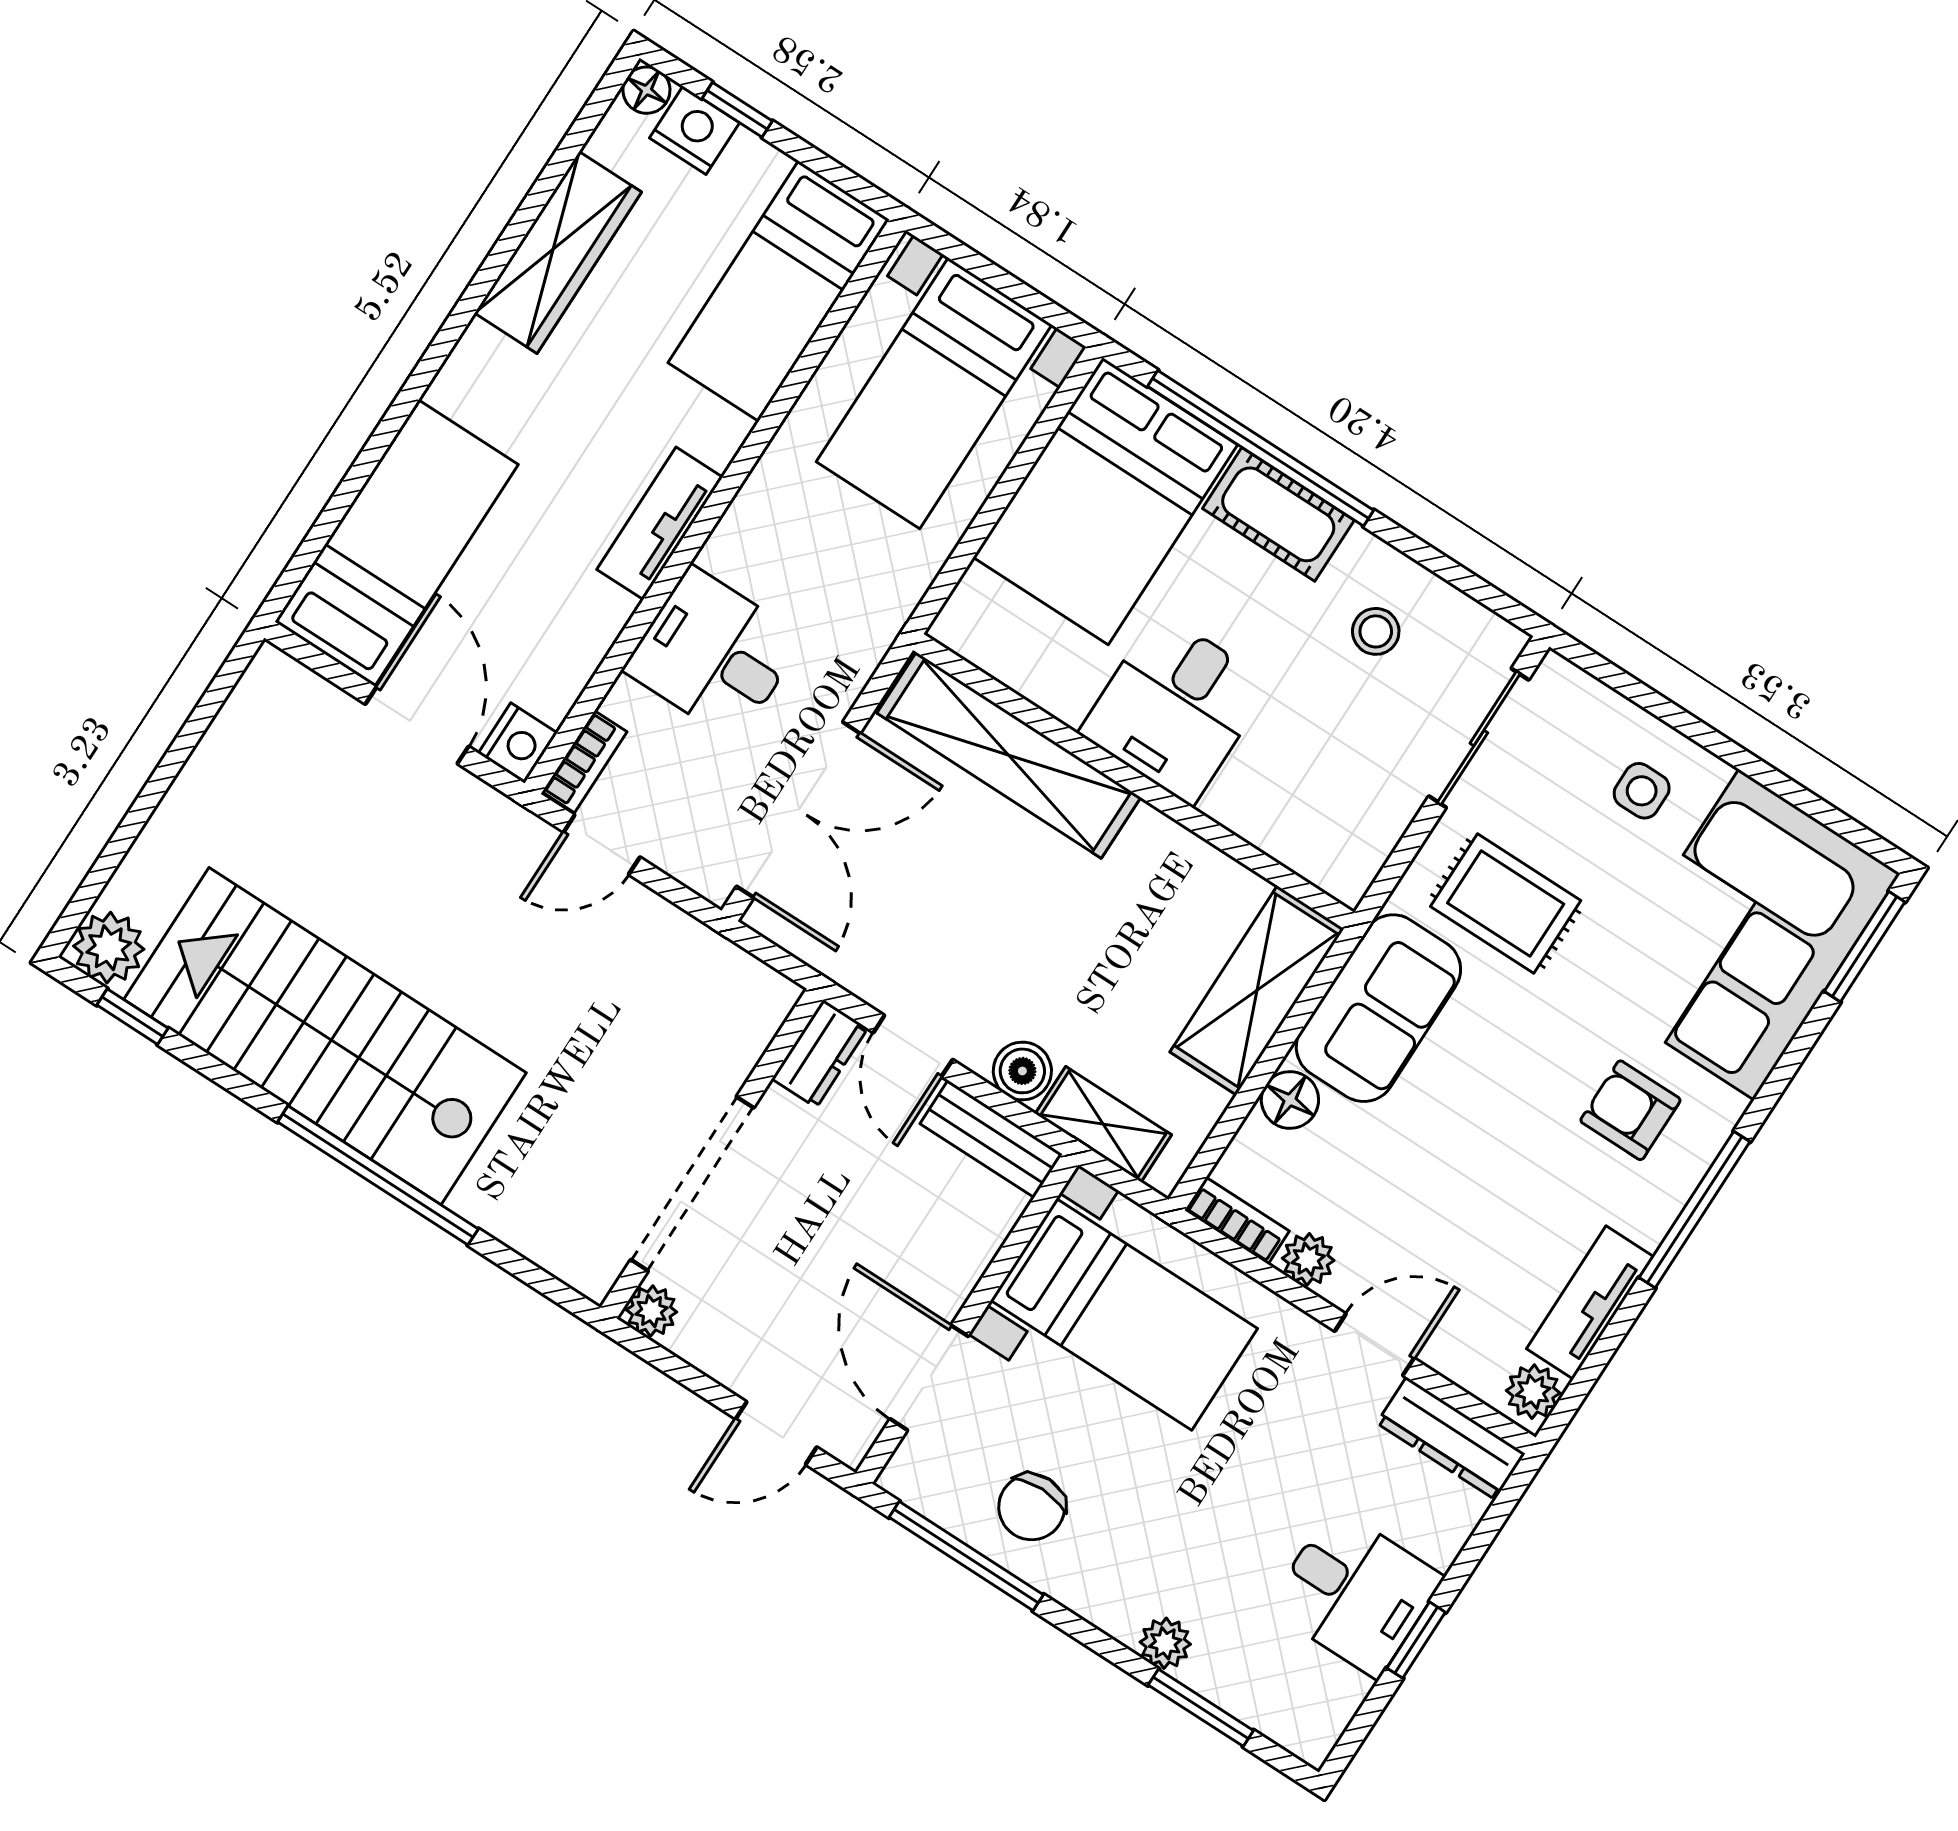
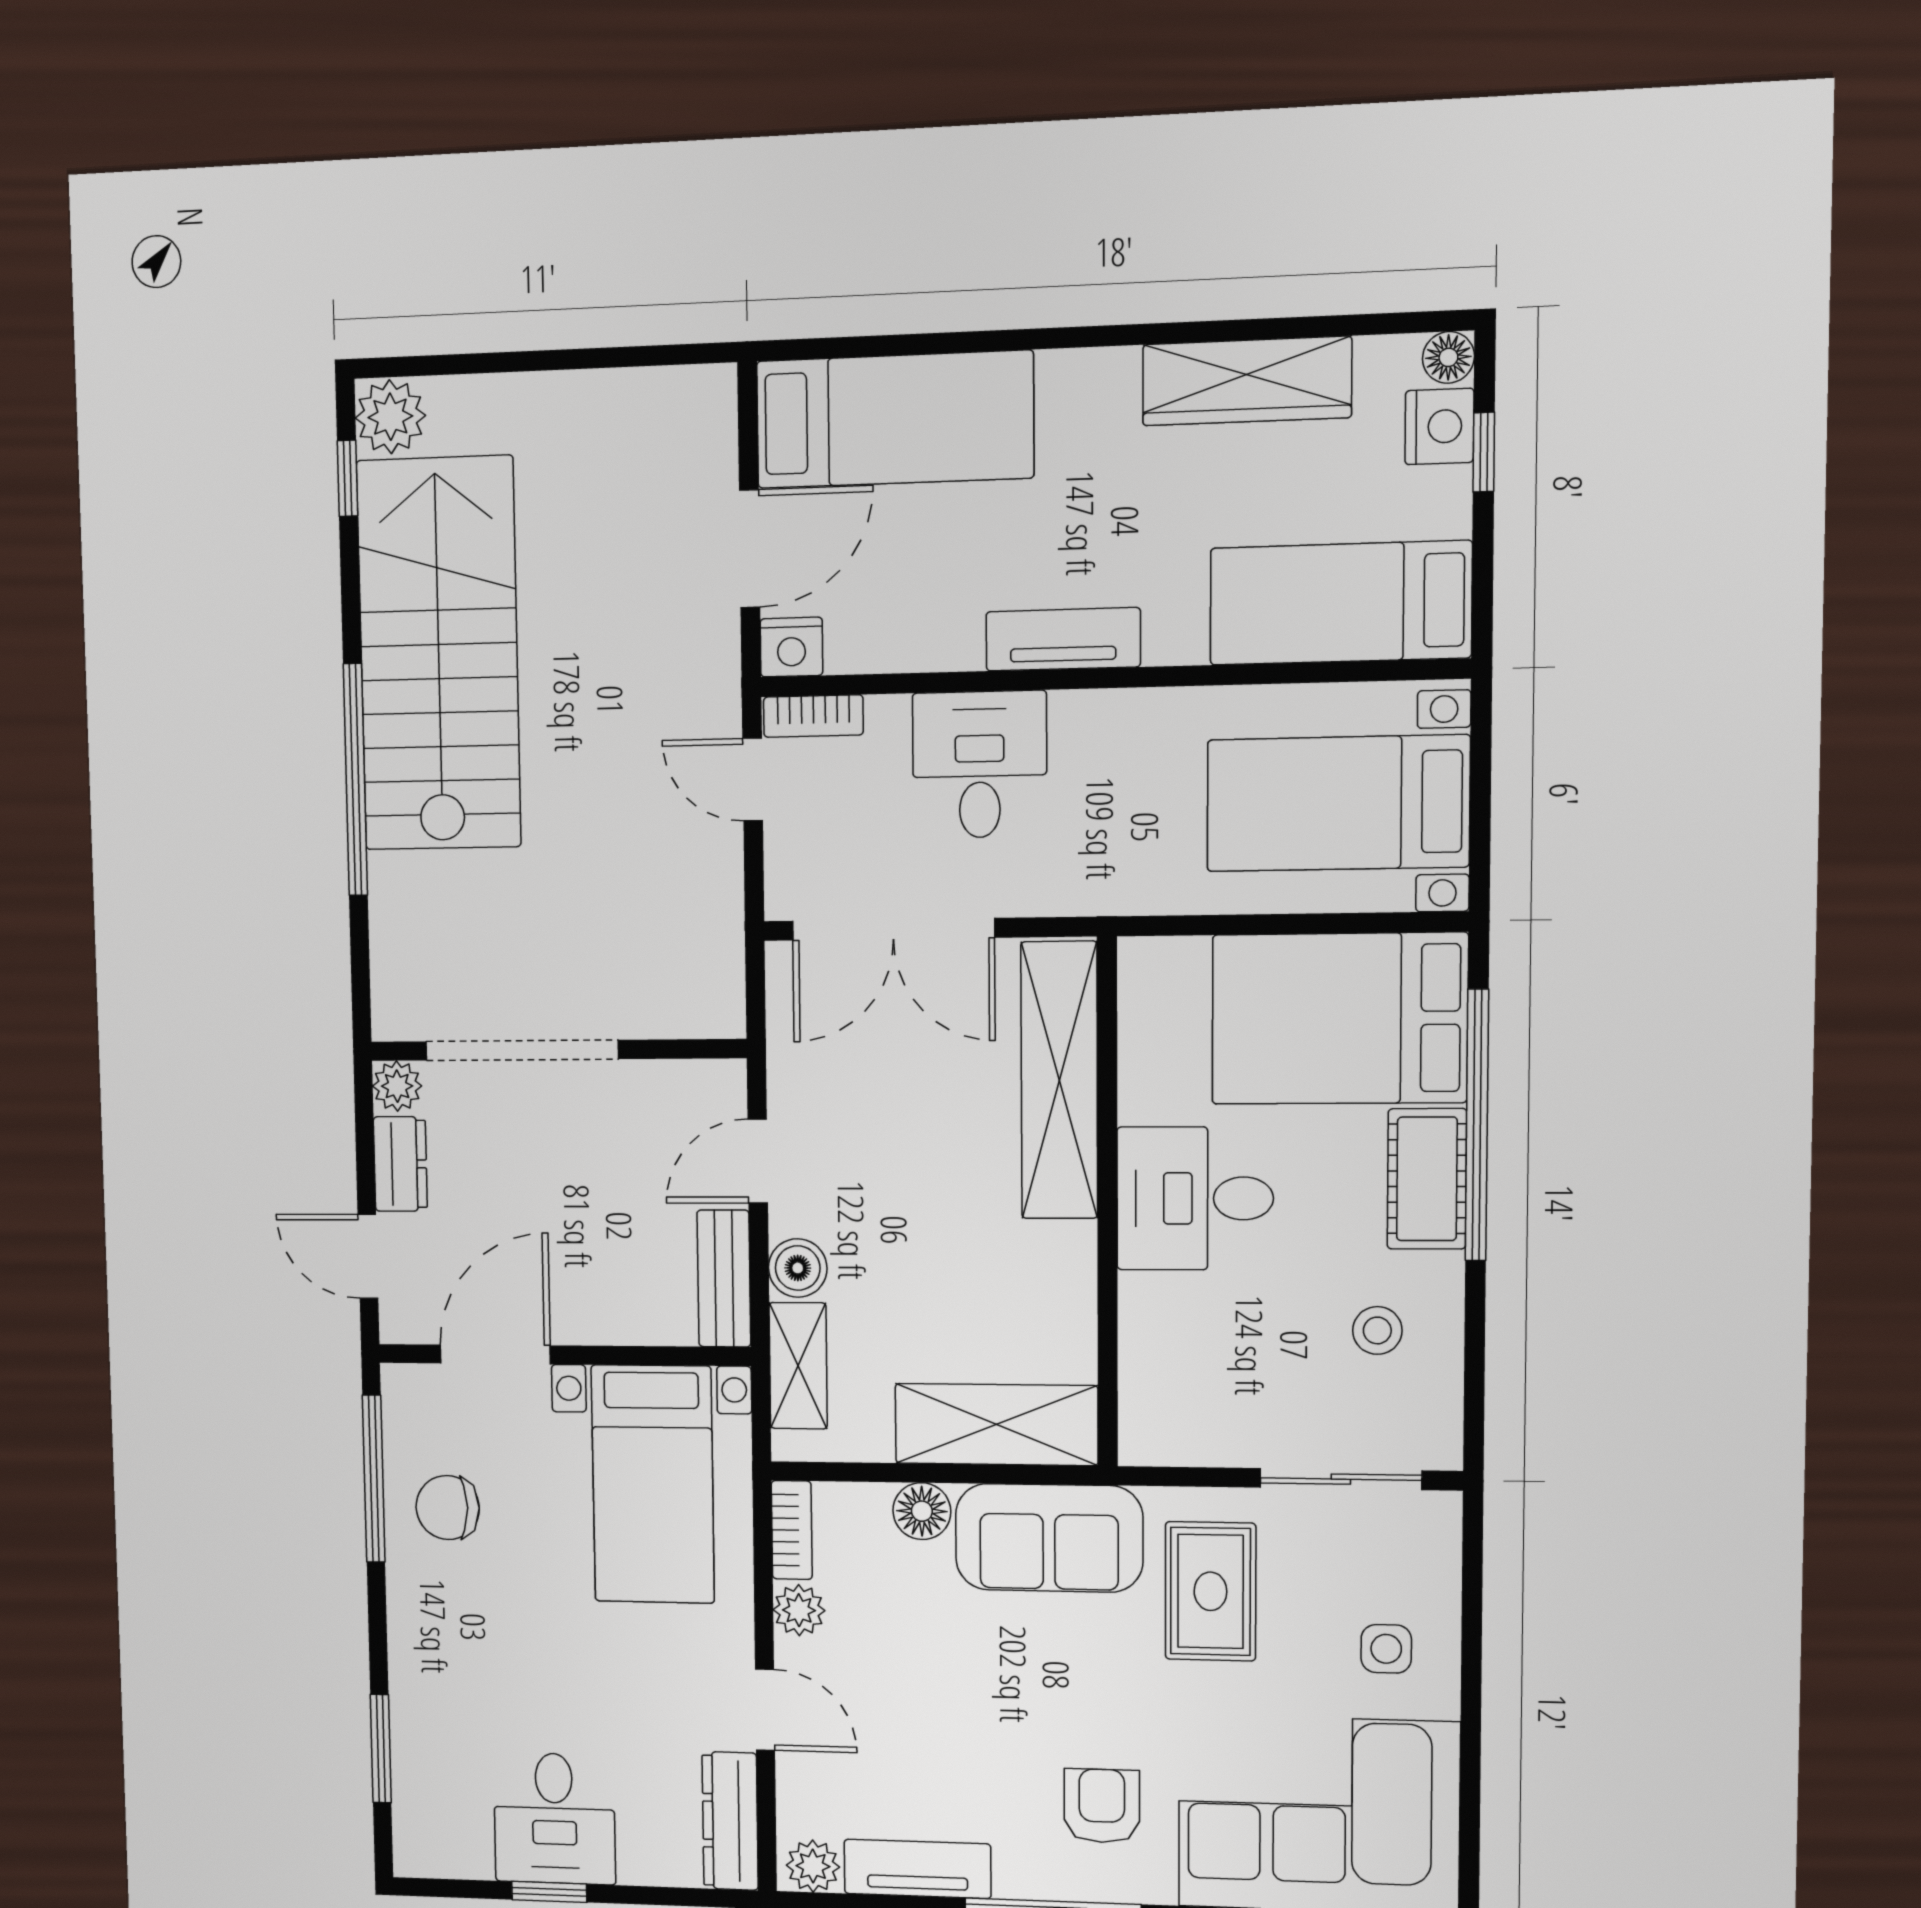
dresser: (820, 1054) -> (400, 1164), moved, turned -90
plant: (1165, 1643) -> (412, 1687), removed

